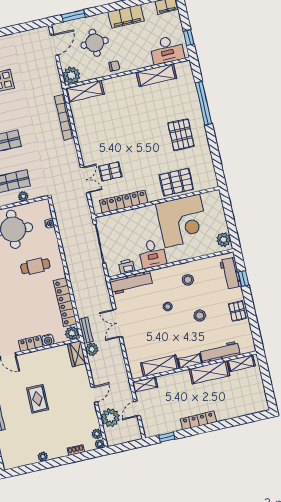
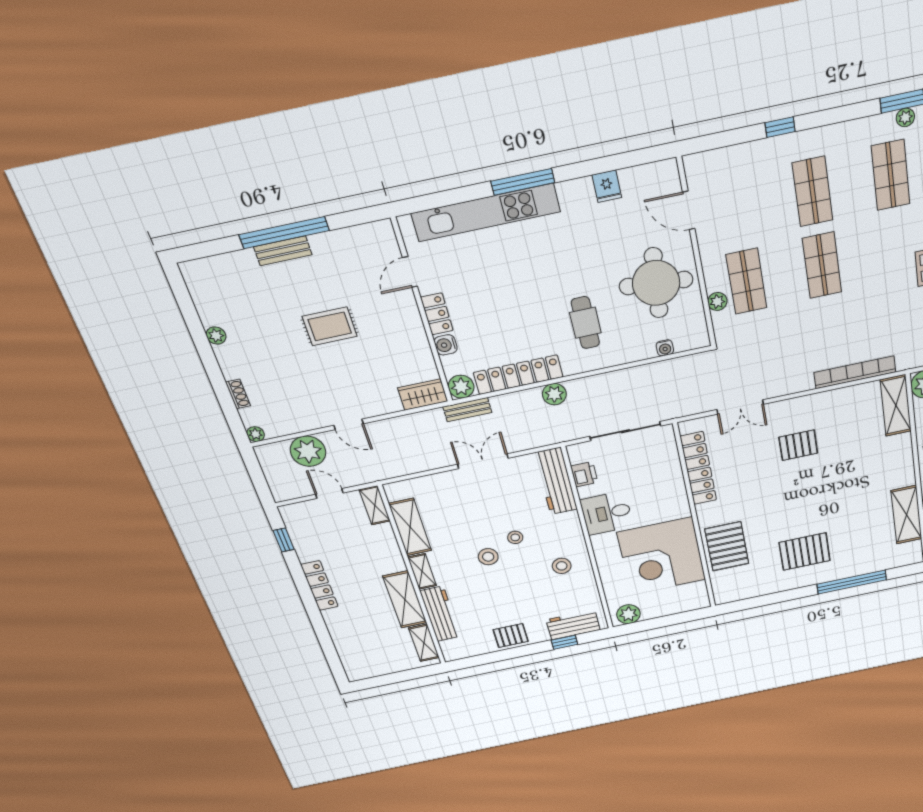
pallet: (110, 171) -> (798, 445), moved, turned 90
stool: (200, 315) -> (488, 557), moved
plant: (92, 349) -> (554, 394), moved
plant: (97, 434) -> (274, 429), removed

